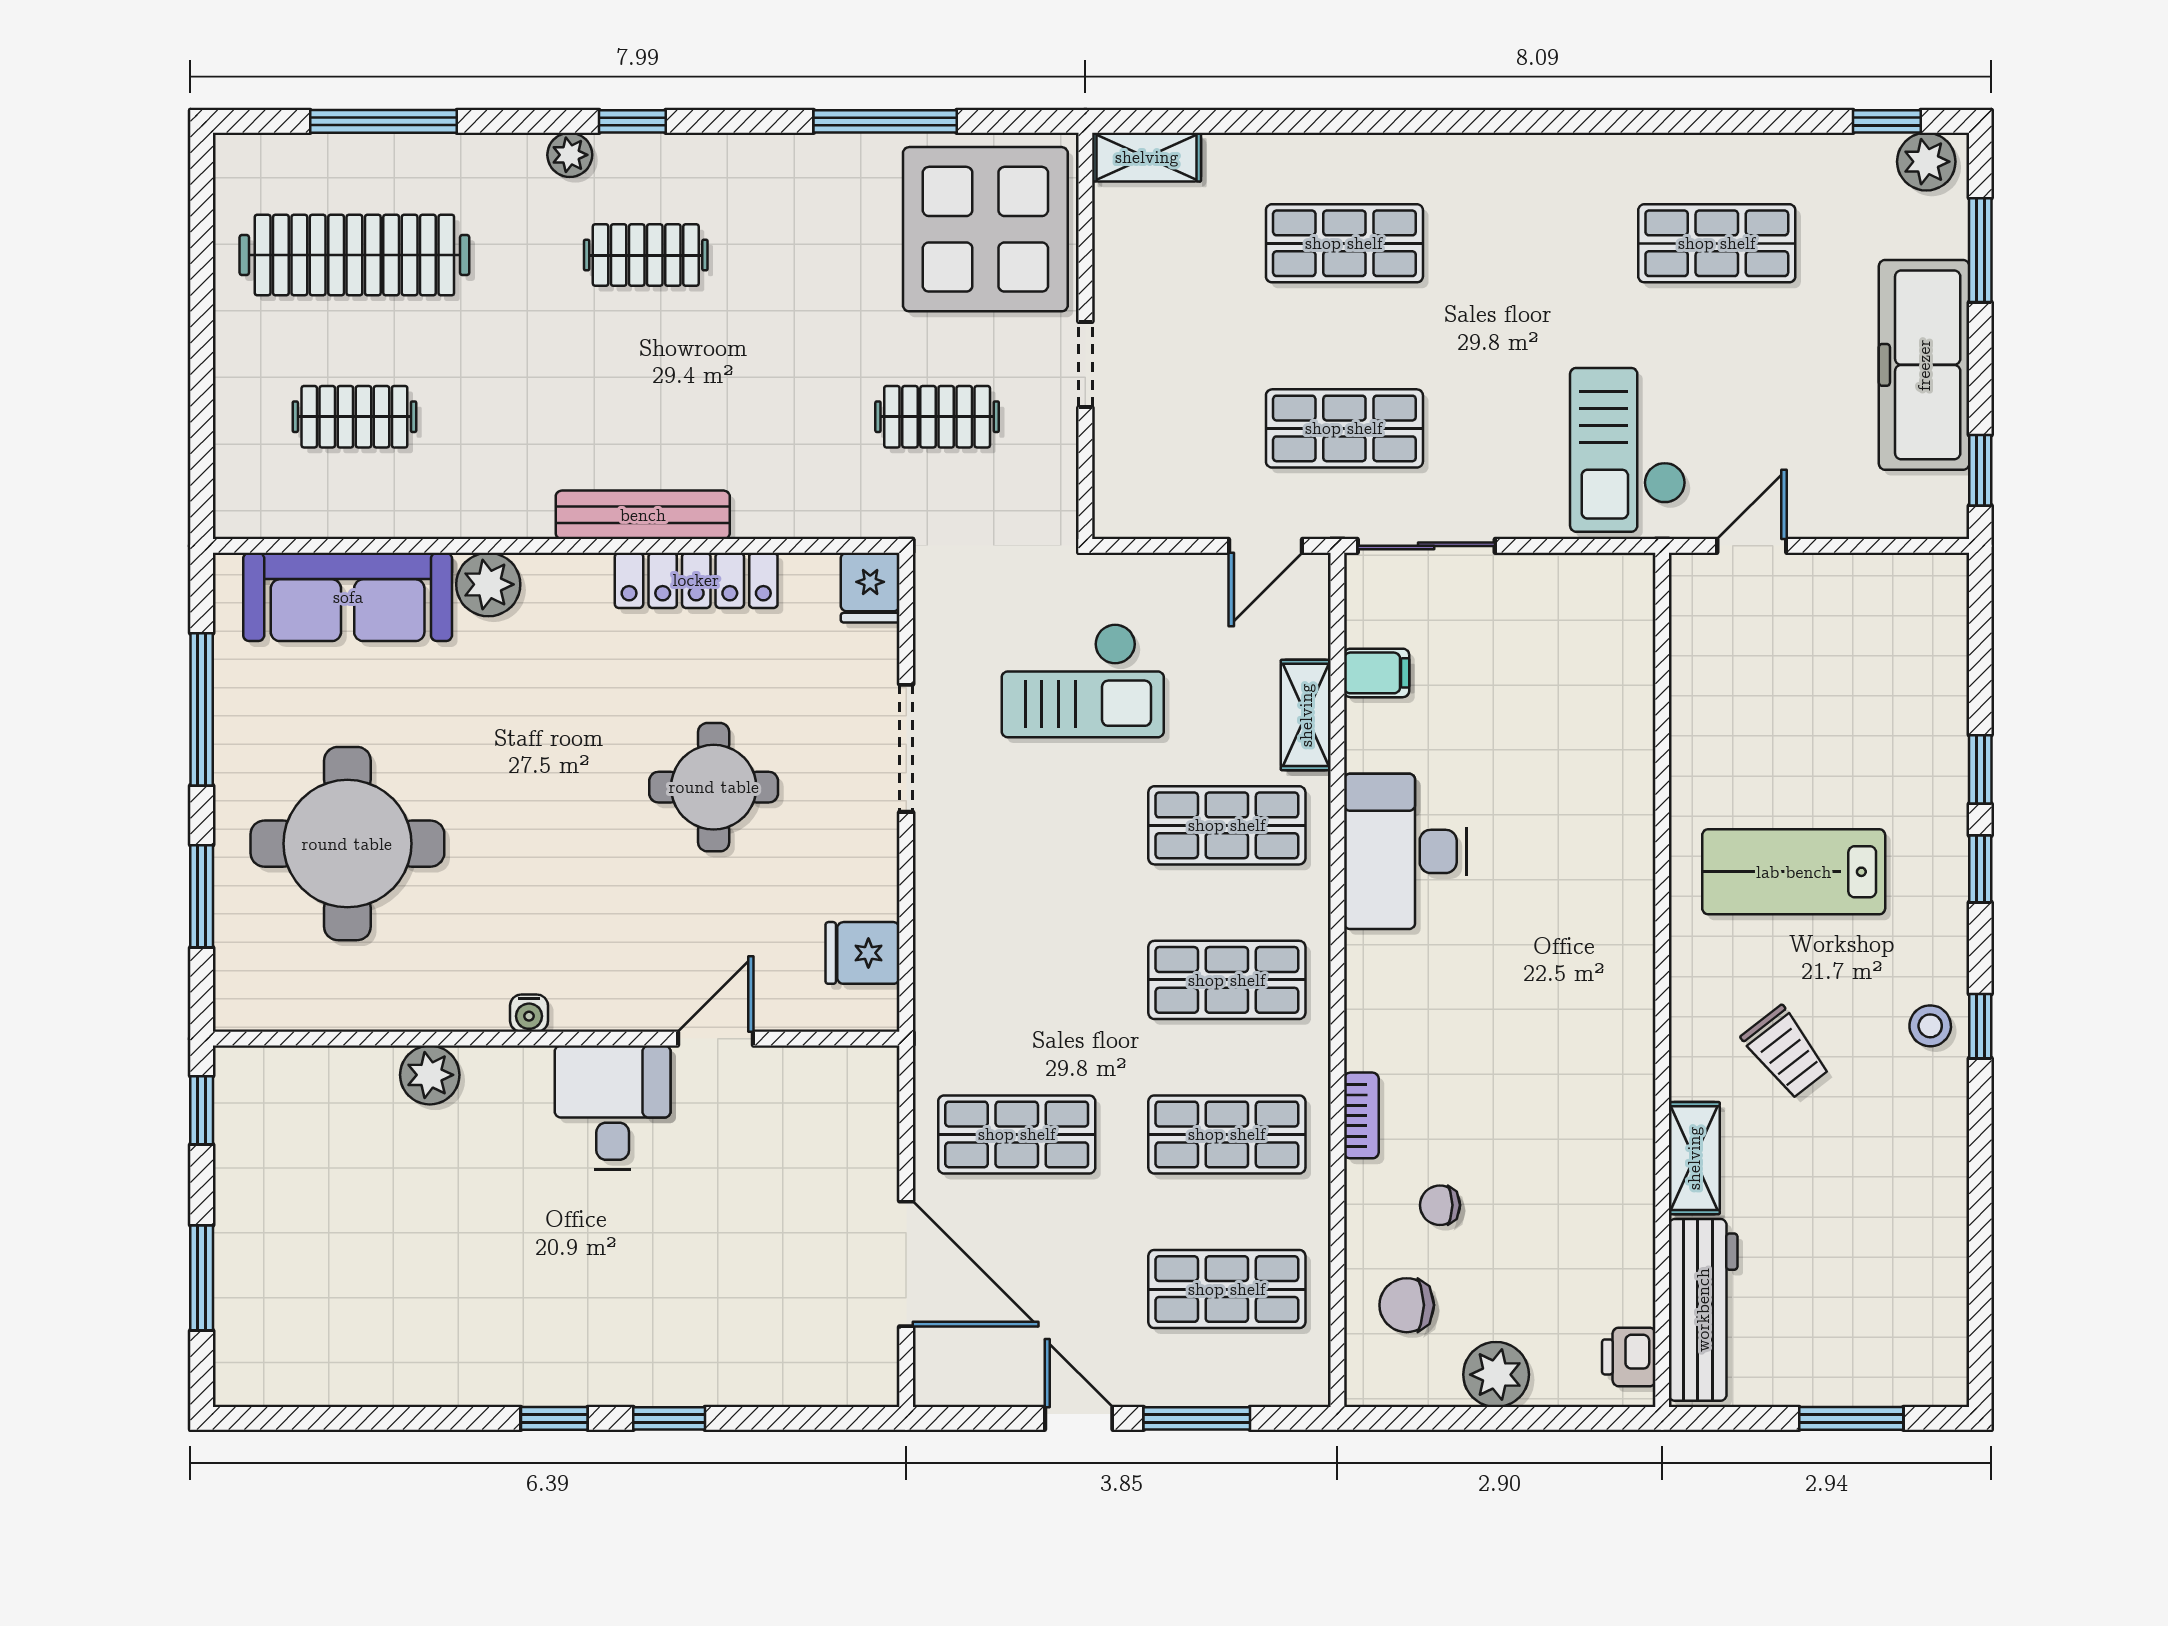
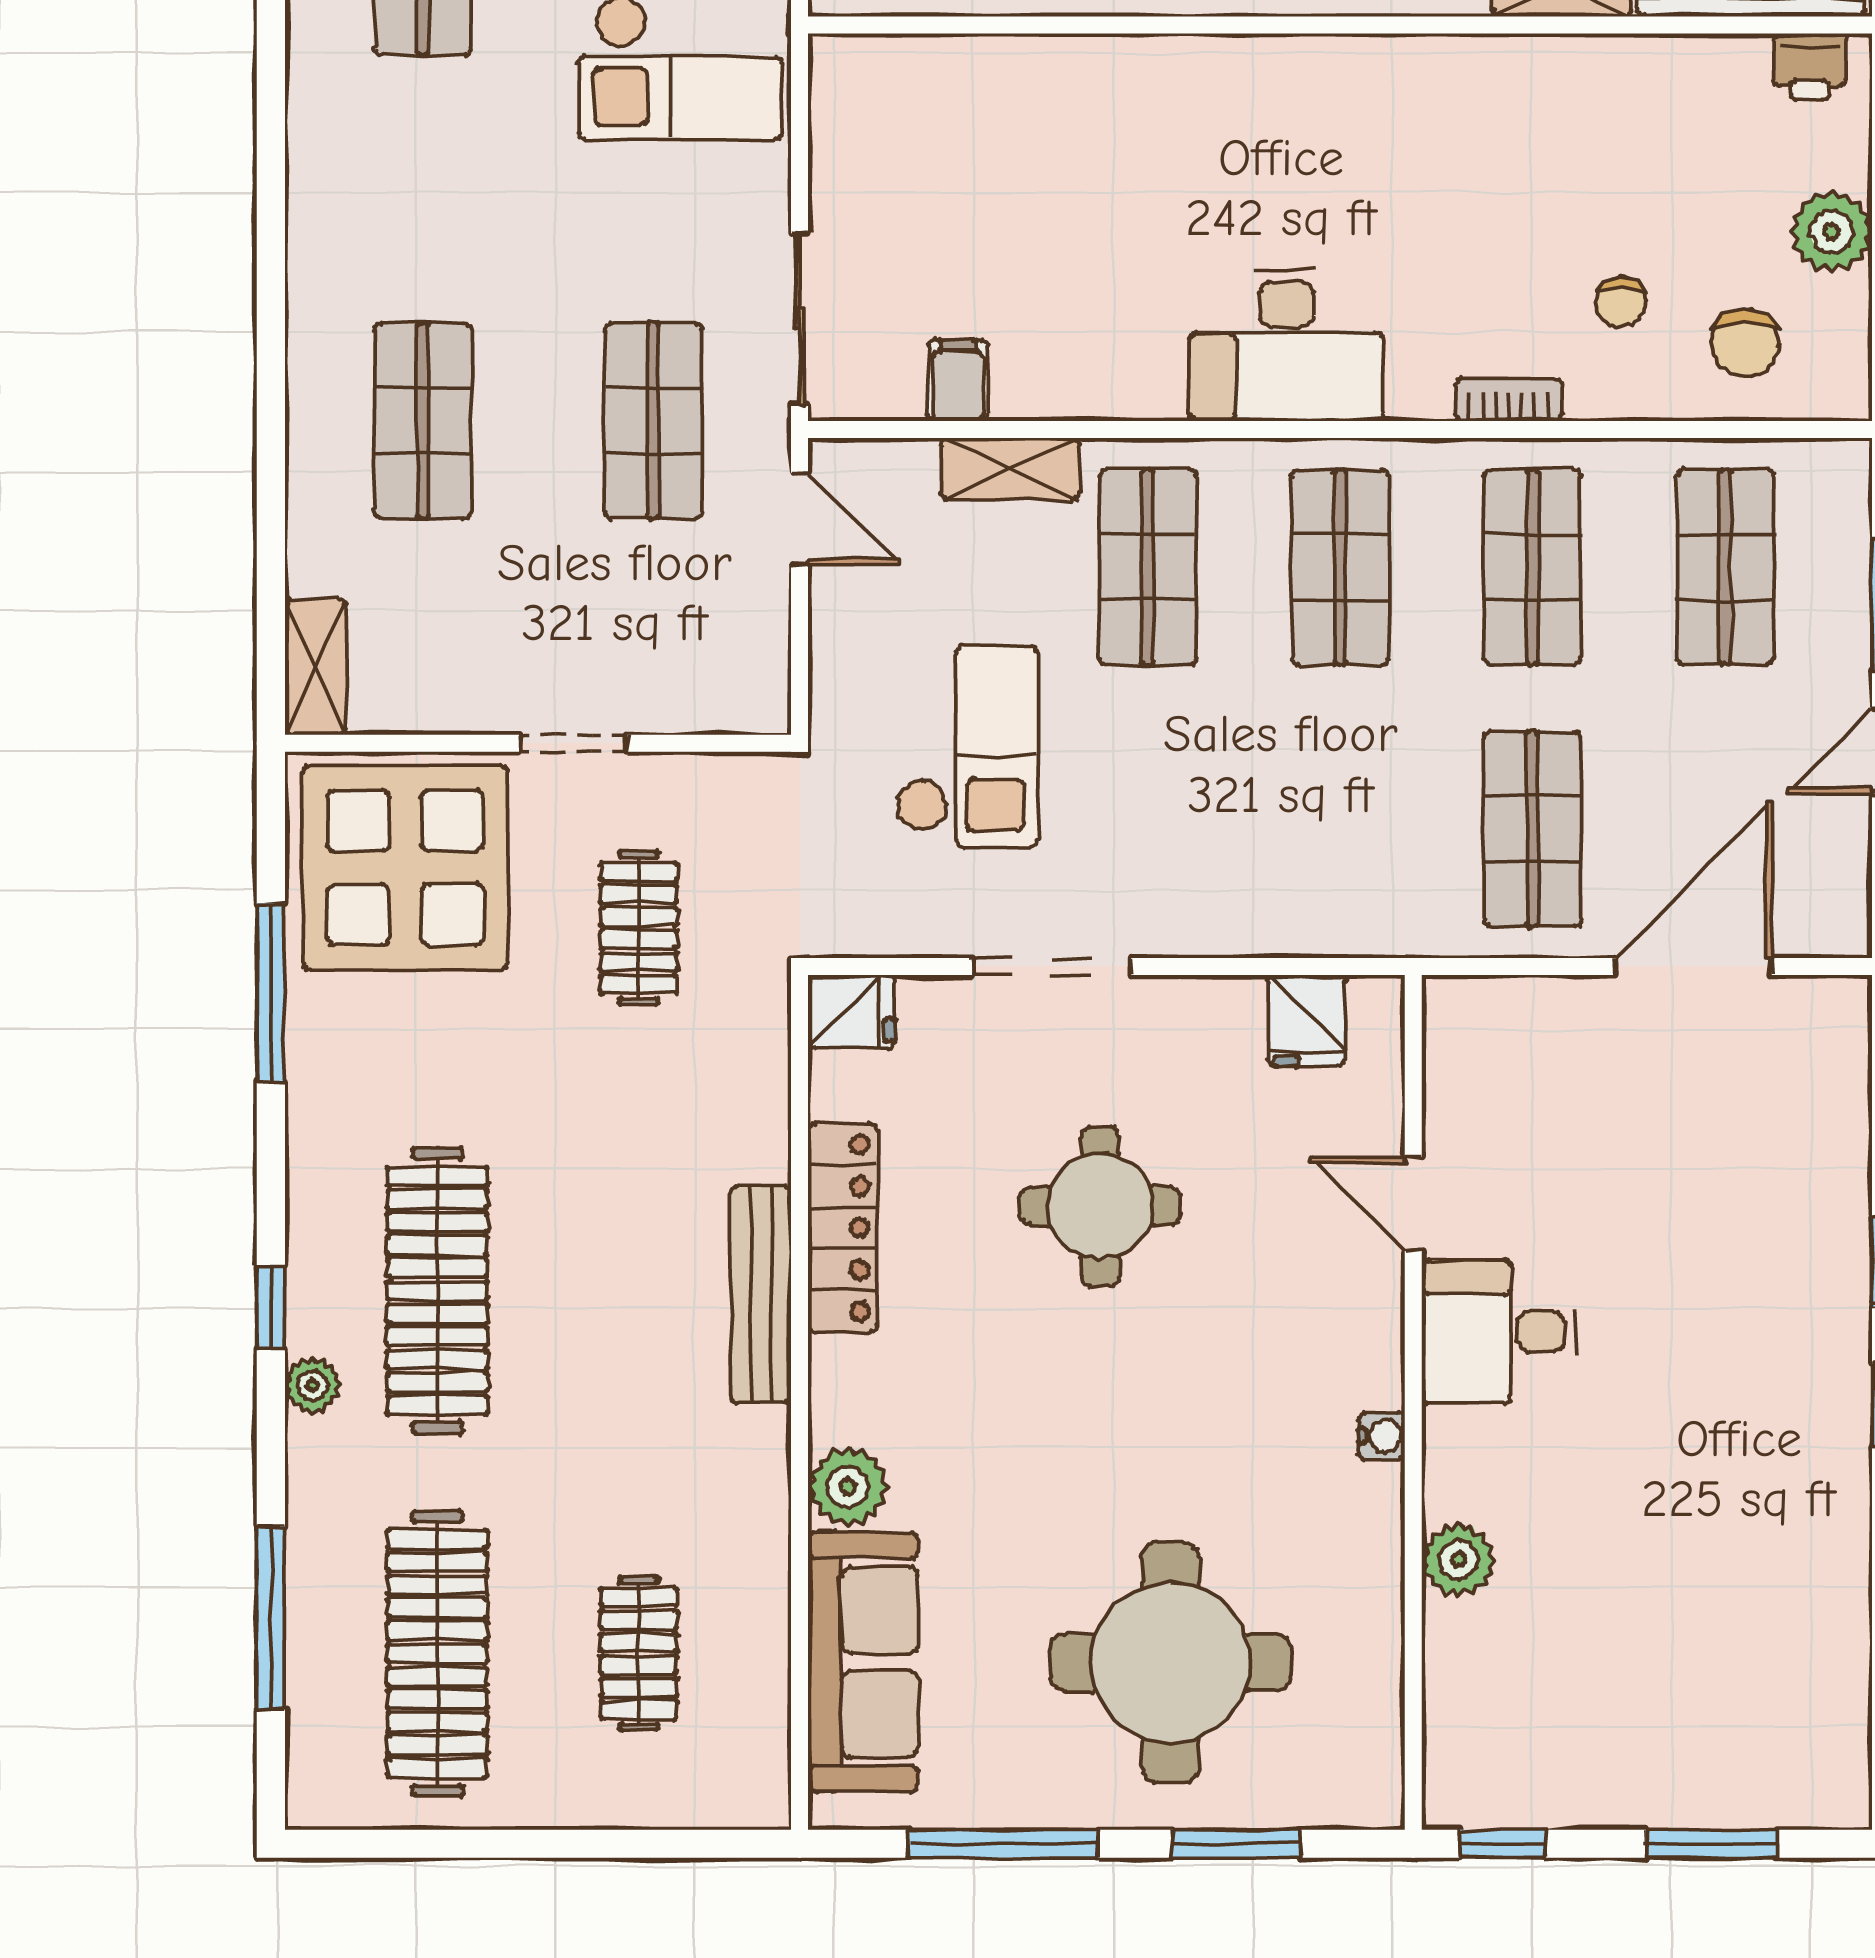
clothes rail: (646, 255) -> (437, 1291), width x1.86, depth x1.31
desk: (1405, 851) -> (1286, 345), moved

